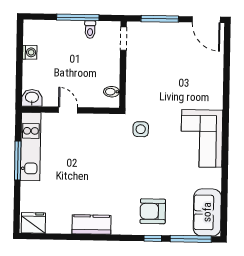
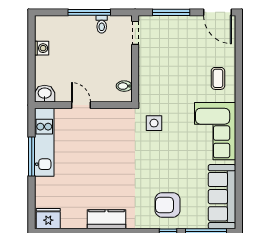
coffee table: (205, 86) -> (218, 78), added
sofa: (207, 212) -> (222, 197), width x1.36

